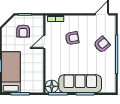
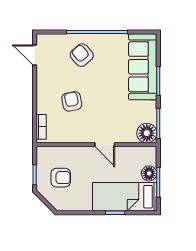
door: (44, 42) -> (105, 145), moved
sofa: (80, 84) -> (143, 67), moved
floor lamp: (26, 88) -> (149, 173), added

